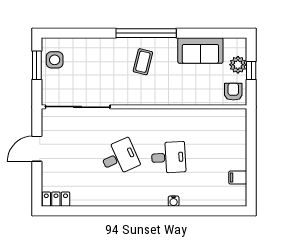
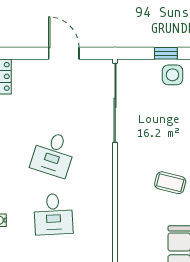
window: (37, 65) -> (166, 53), width x0.67
desk: (119, 157) -> (53, 154), turned 42

